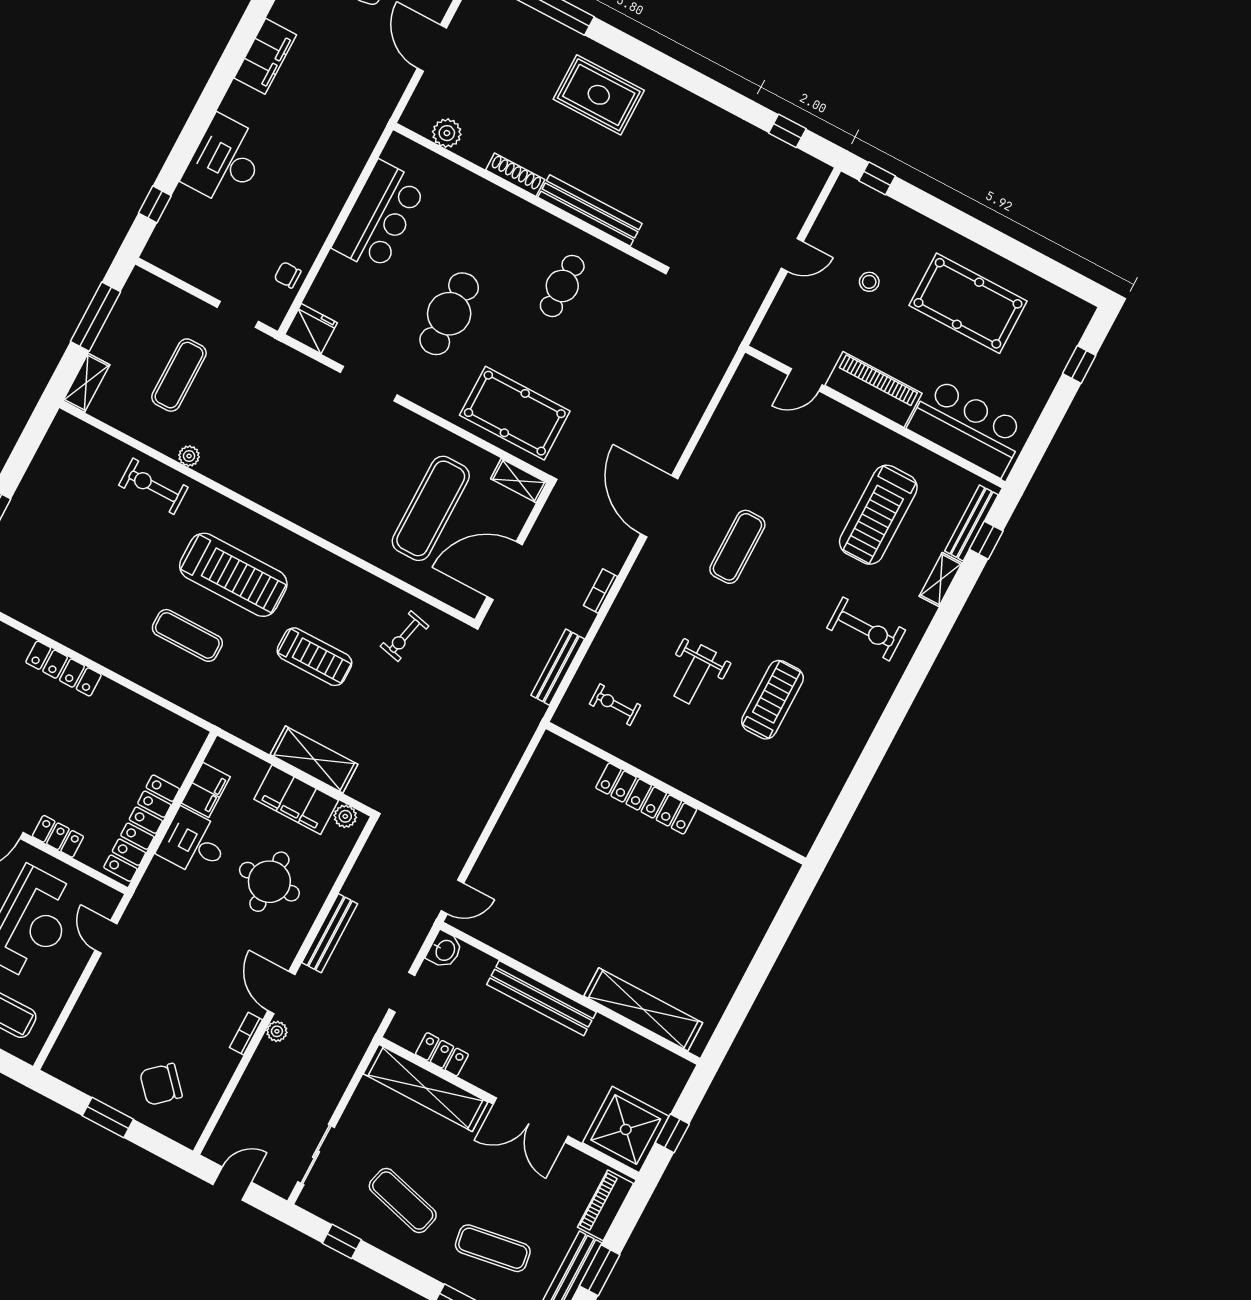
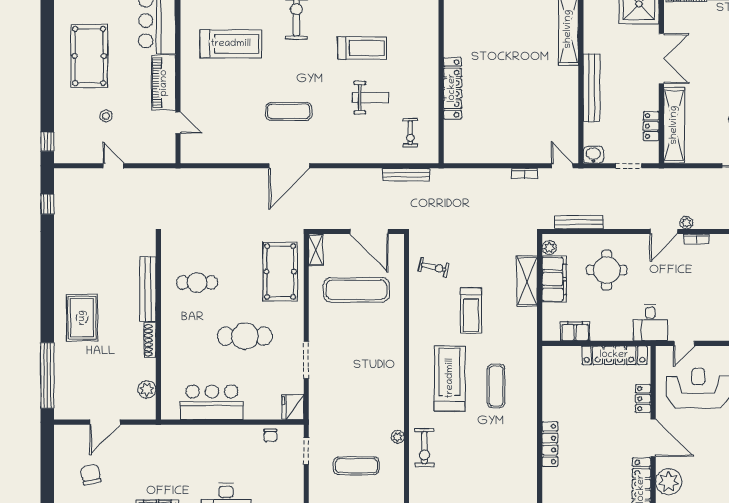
bookcase: (600, 591) -> (524, 173), moved
treadmill: (314, 657) -> (471, 310), turned 180
treadmill: (772, 700) -> (362, 48), turned 180
desk: (194, 843) -> (650, 323), moved
bench: (330, 933) -> (579, 222), moved

